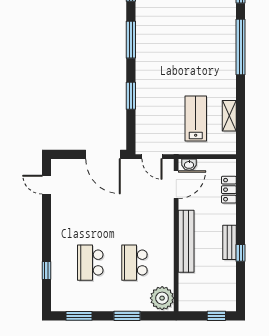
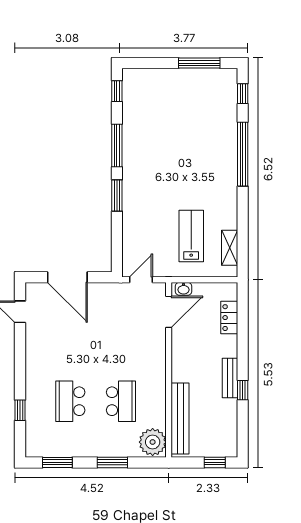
window: (131, 96) -> (117, 195), moved
shelving: (229, 116) -> (230, 248), moved
door: (103, 154) -> (67, 277), moved
door: (152, 157) -> (141, 280), swing flipped
bench: (186, 241) -> (180, 419), moved
school desk: (134, 263) -> (121, 401), turned 180

